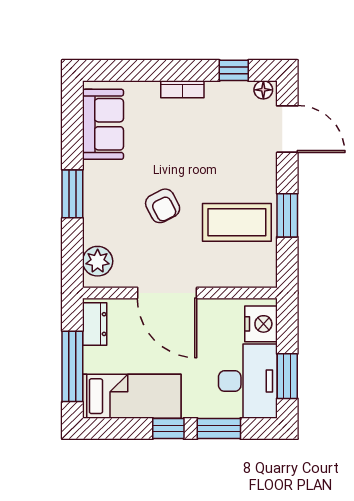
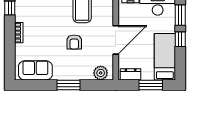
armchair: (163, 206) -> (74, 42), turned 117
window: (72, 366) -> (151, 85), width x0.69

